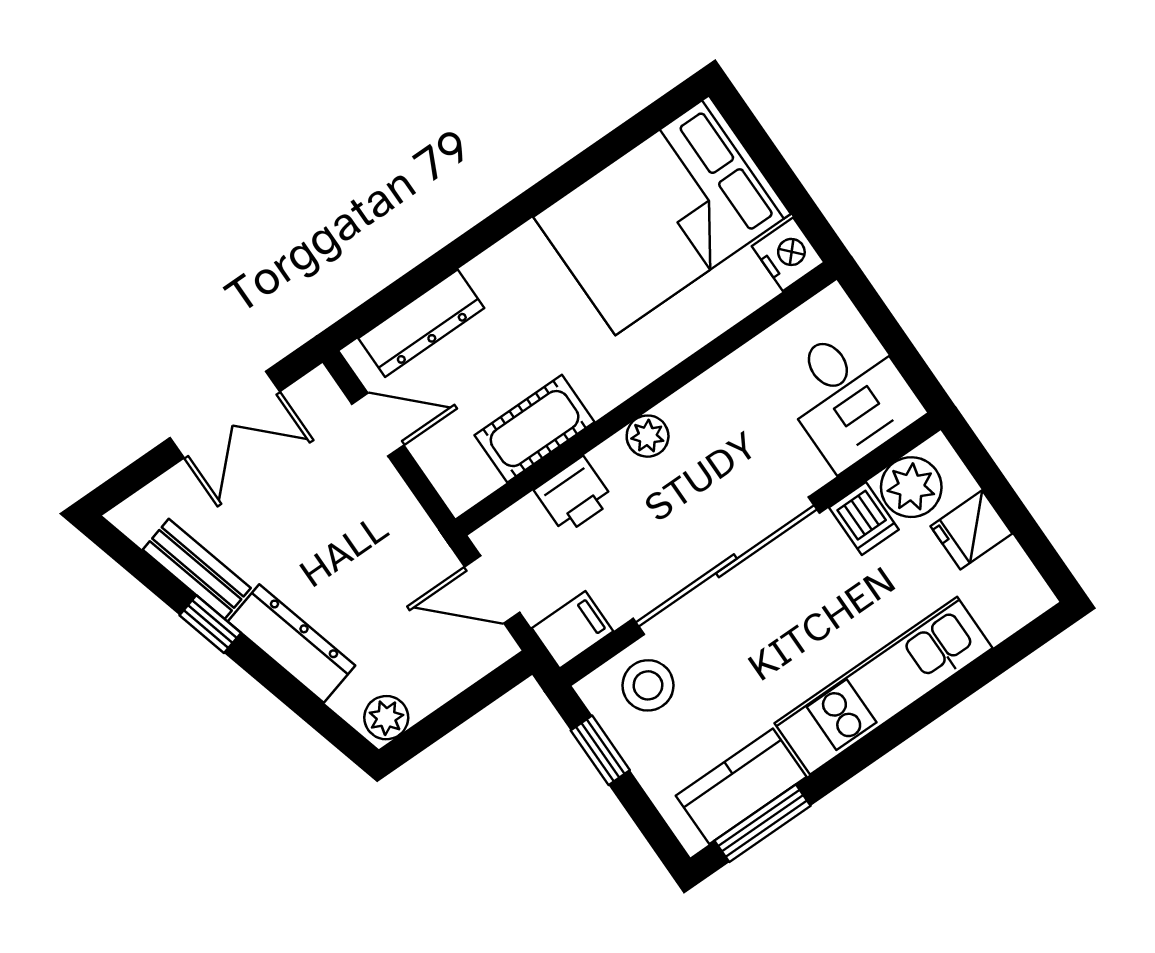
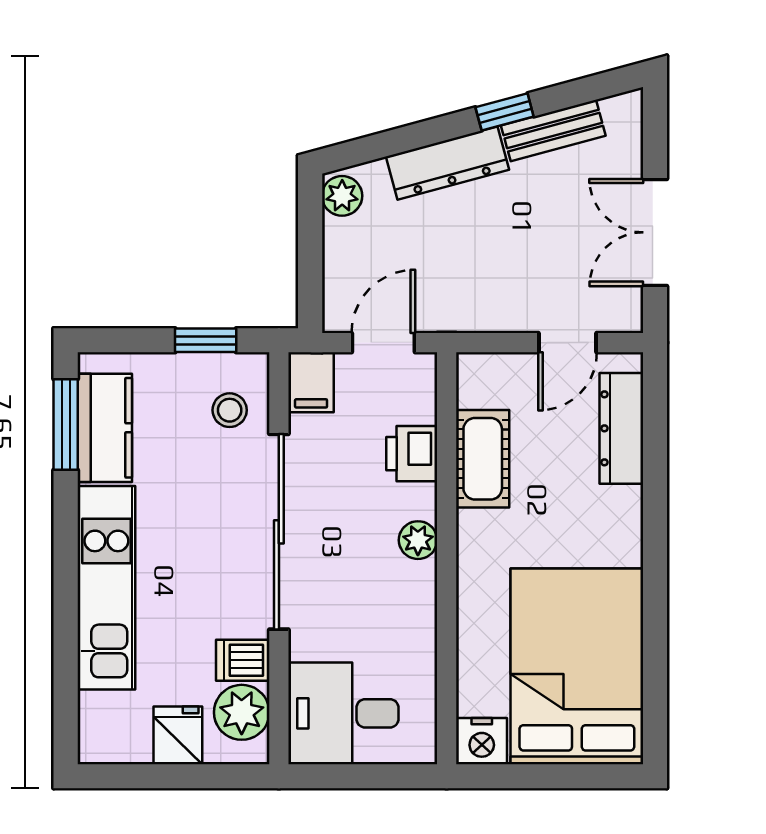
stool: (648, 685) -> (230, 410), width x0.73, depth x0.73

